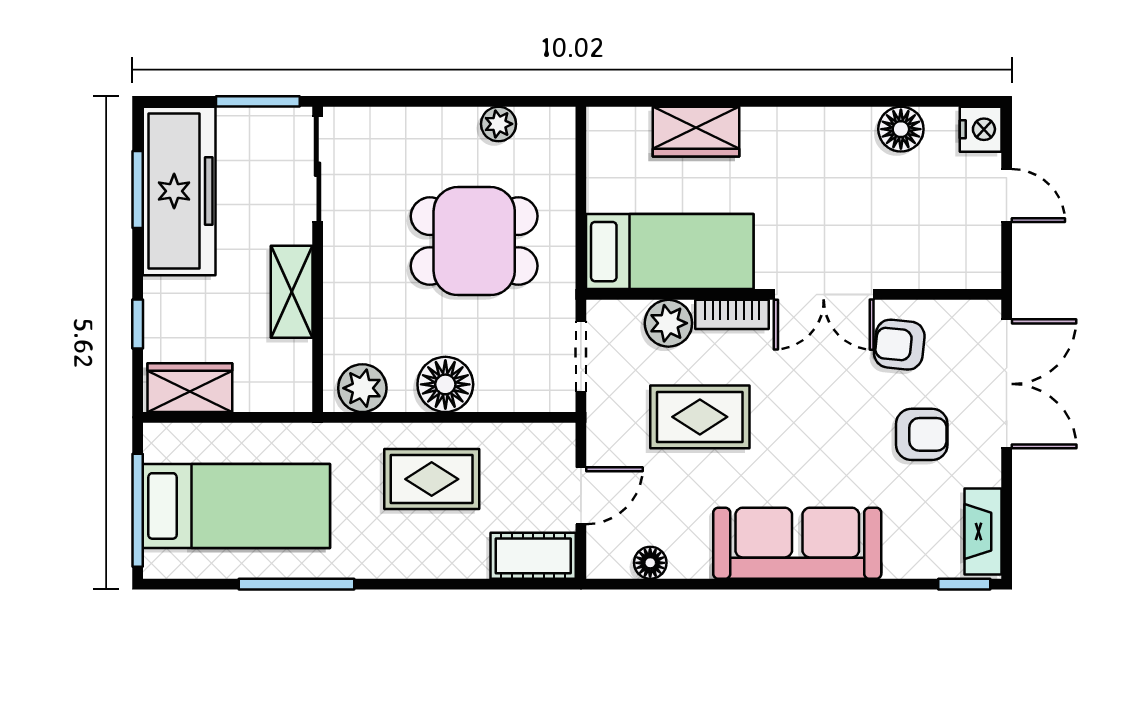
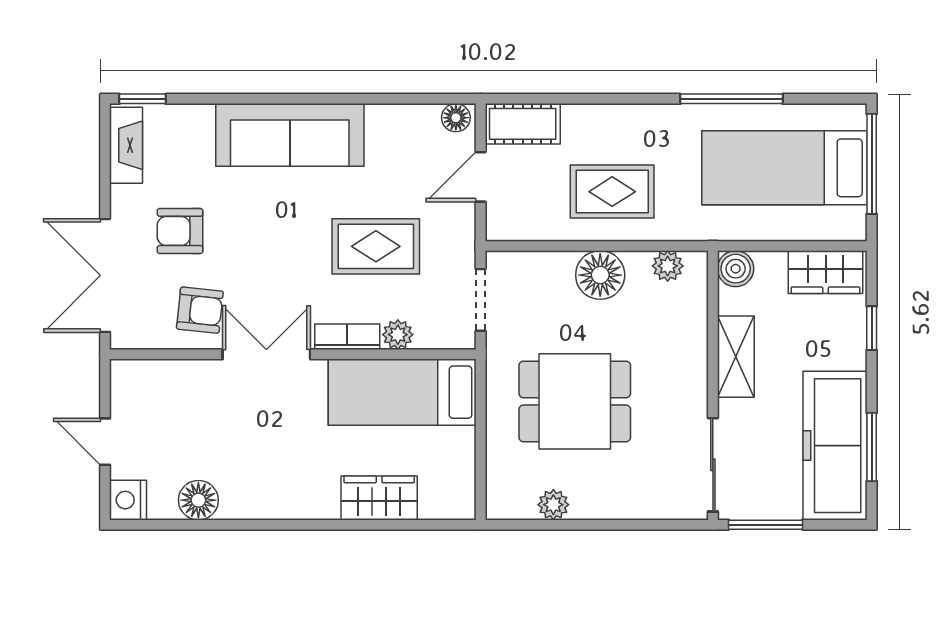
plant: (668, 323) -> (398, 335), width x0.73, depth x0.73
plant: (362, 388) -> (668, 266), width x0.73, depth x0.73
boiler: (292, 392) -> (736, 269), added
floor lamp: (650, 563) -> (456, 118), moved

